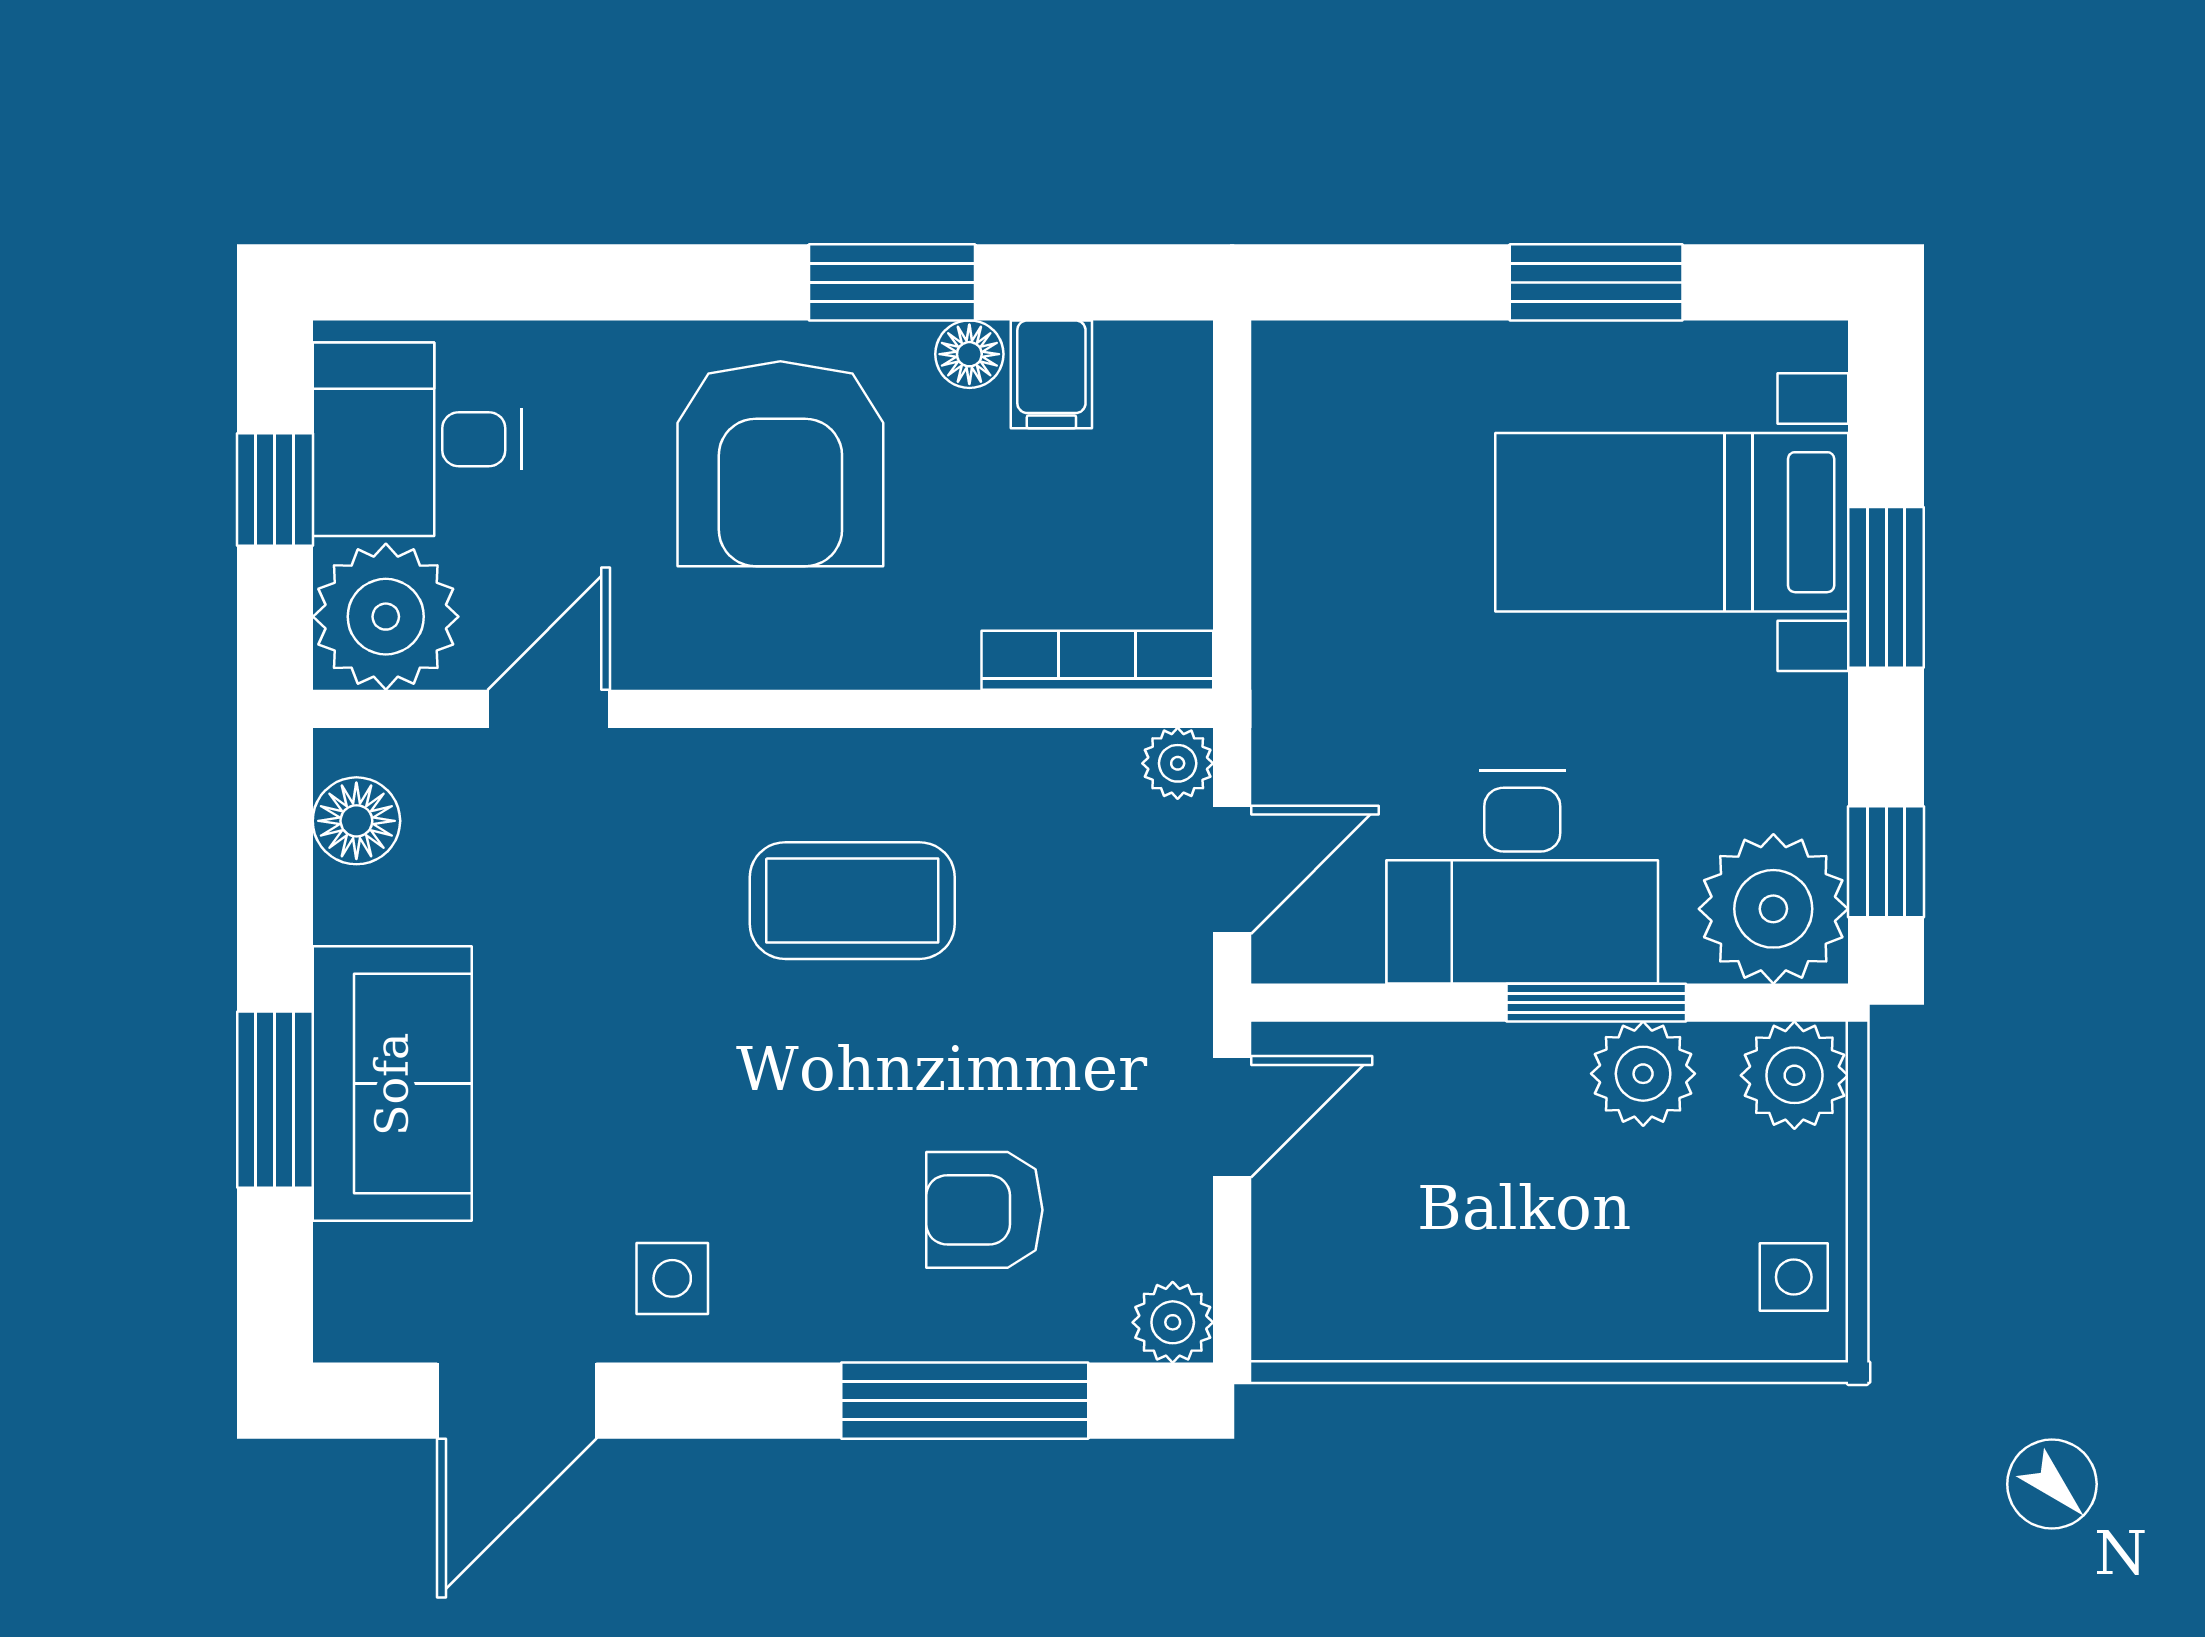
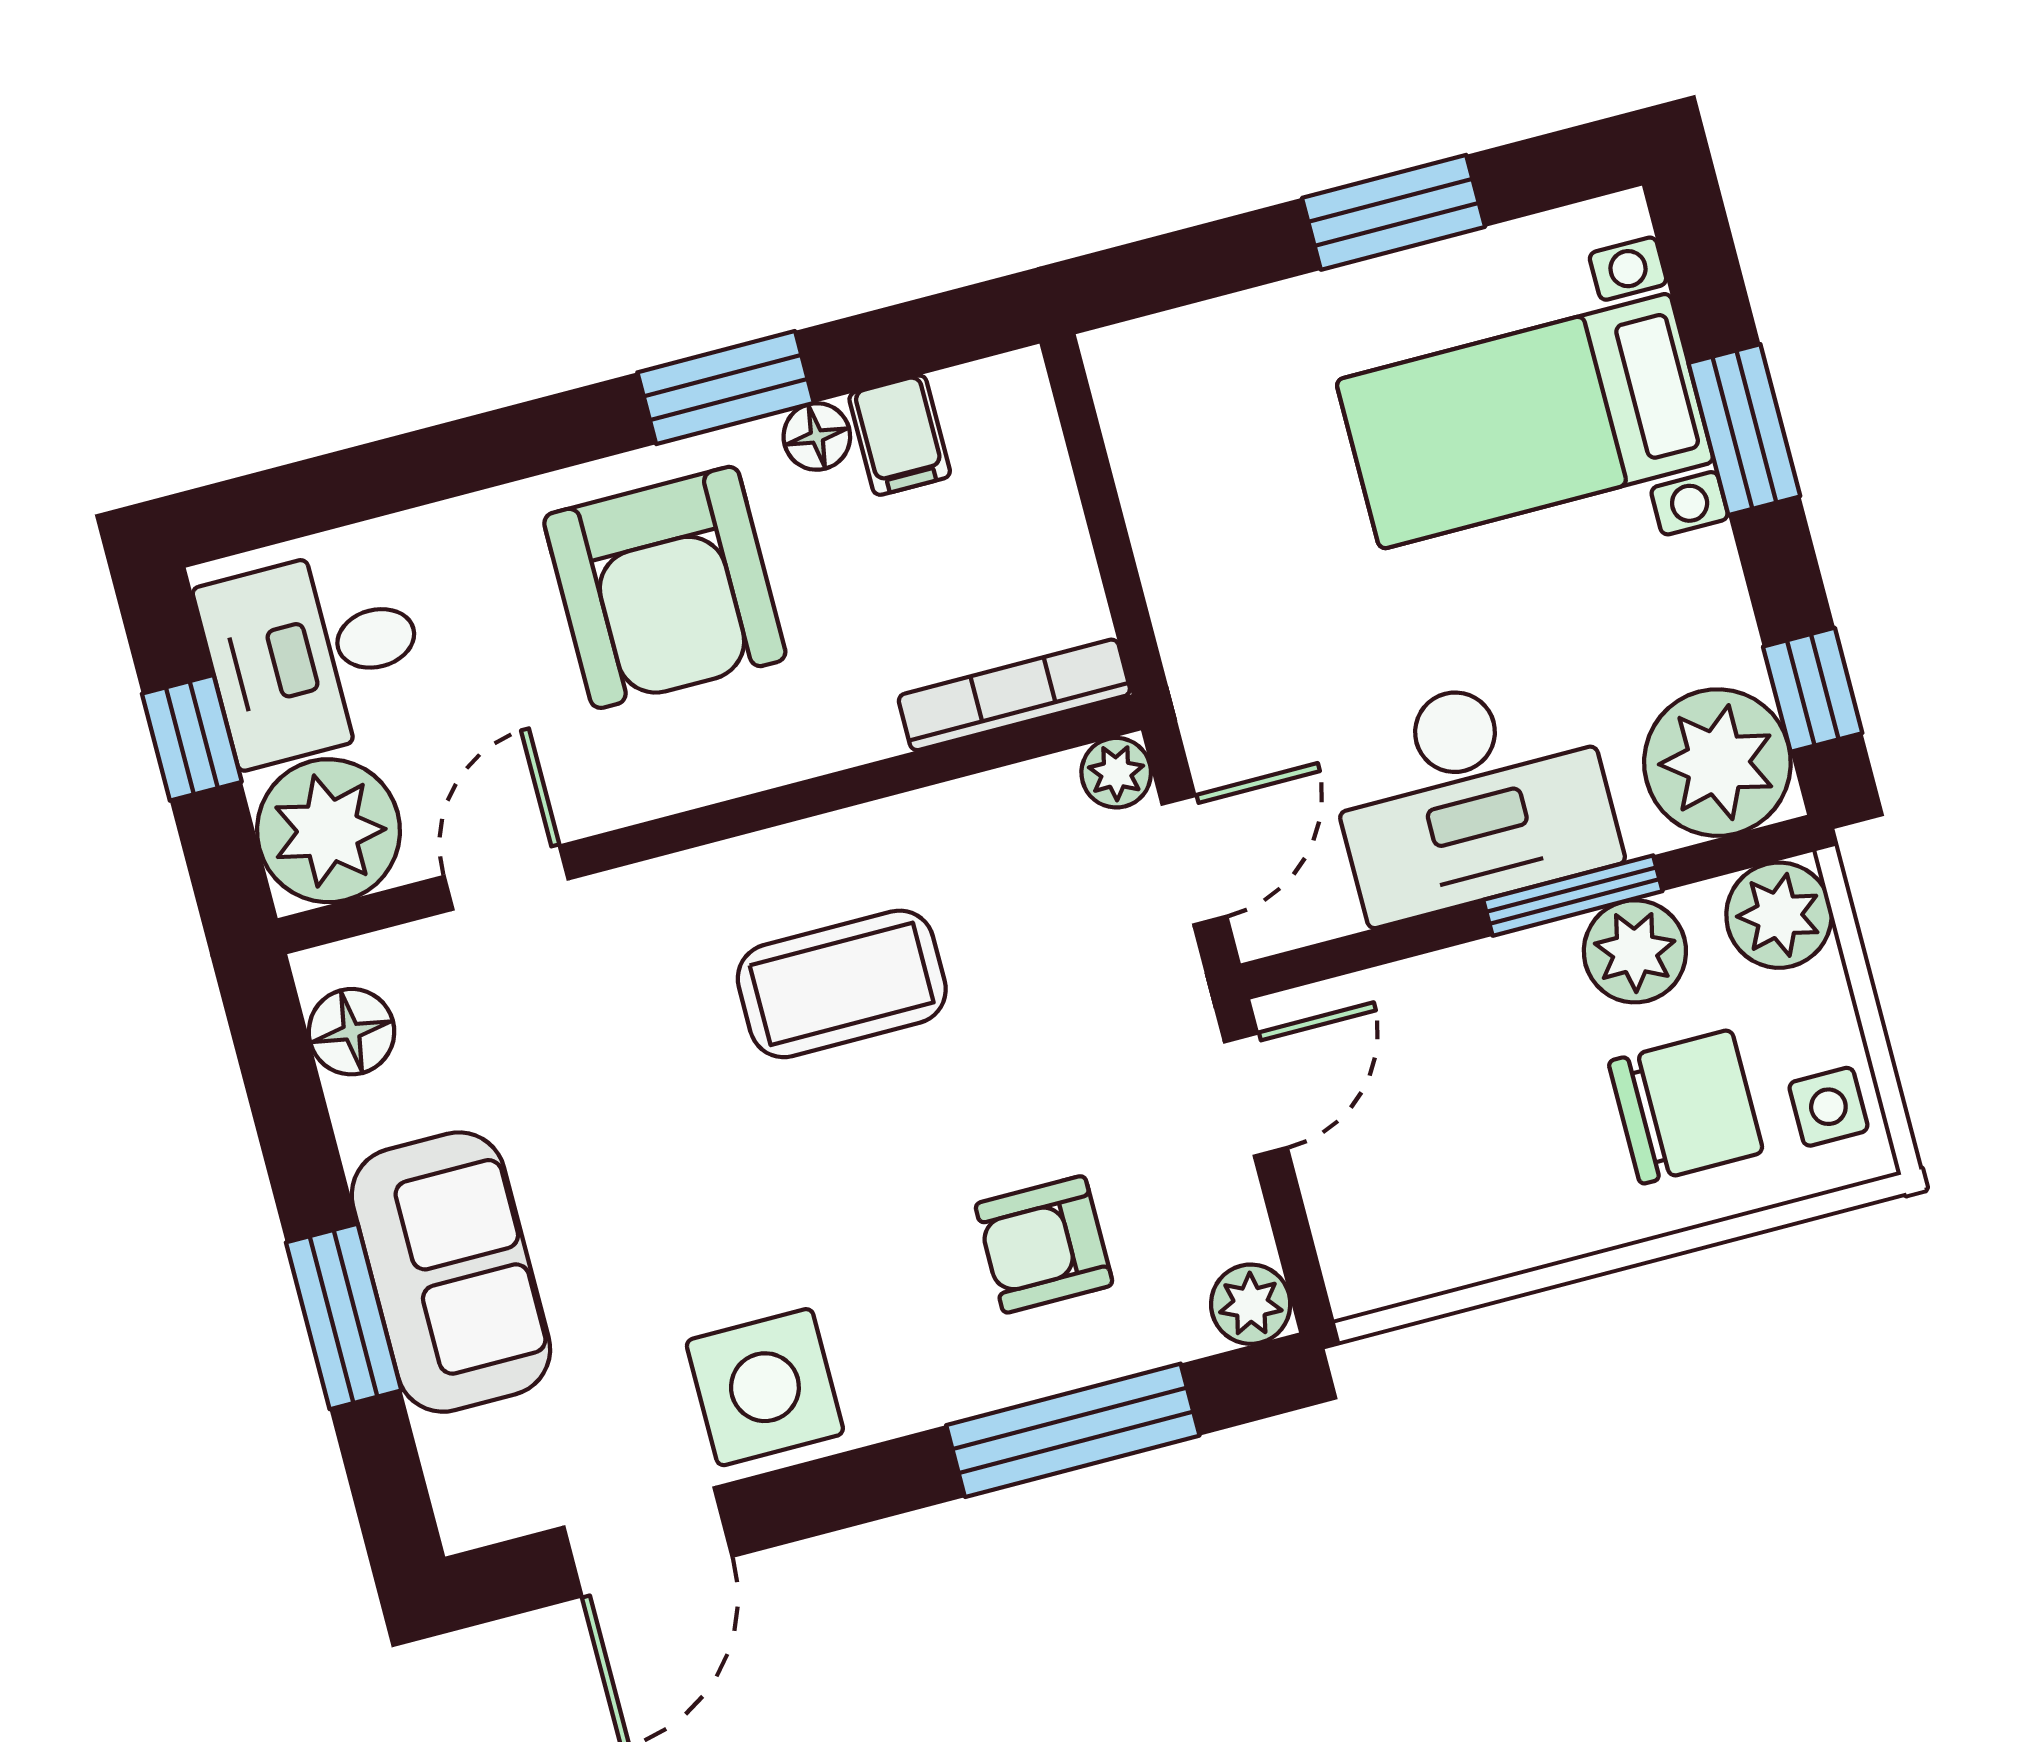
chair: (1653, 1240) -> (1686, 1107), added
side table: (672, 1278) -> (765, 1387), width x1.87, depth x1.87

